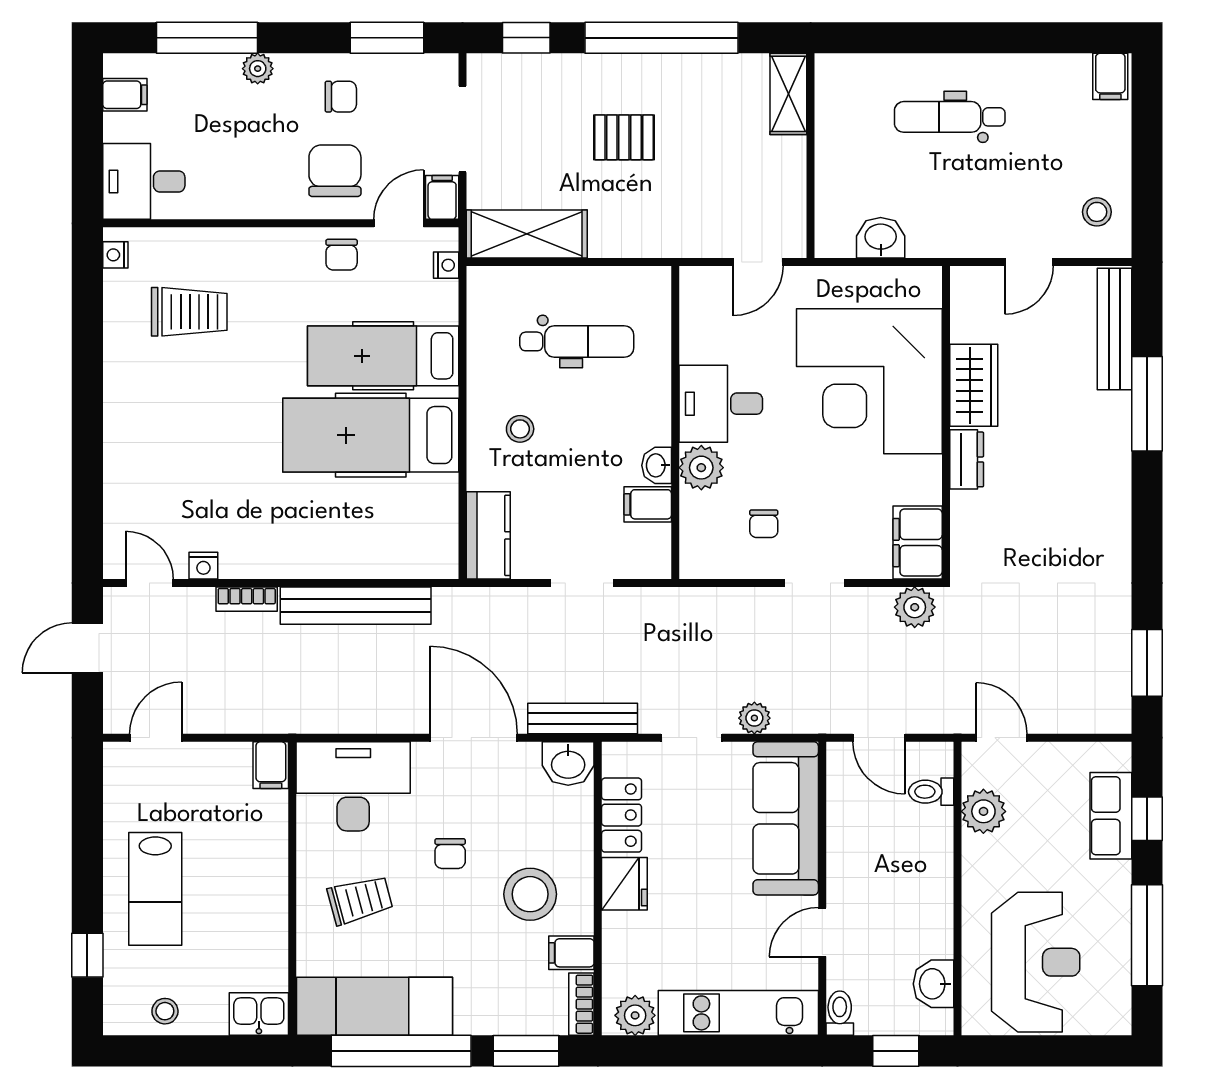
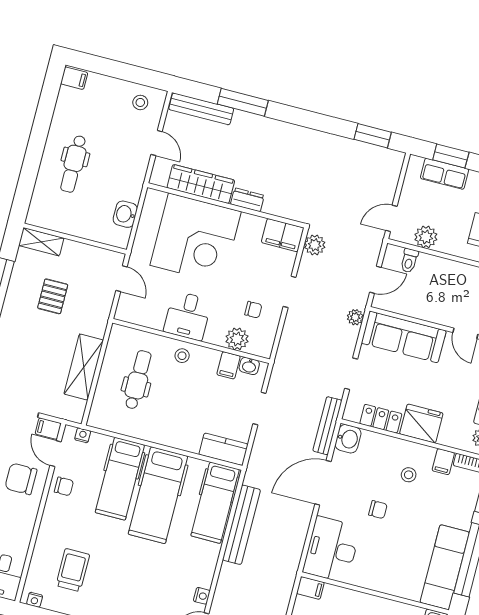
pallet: (624, 137) -> (53, 296), moved
shelving: (527, 234) -> (84, 367), moved
wardrobe: (974, 385) -> (201, 184), width x1.50
stool: (520, 429) -> (182, 356), moved
washbasin: (657, 465) -> (249, 366), moved
plant: (701, 468) -> (237, 339), moved
hospital bed: (384, 546) -> (215, 503), added
bookcase: (247, 599) -> (224, 579), removed
plant: (754, 718) -> (355, 317), moved
window: (1147, 819) -> (451, 156), width x1.50
fridge: (624, 884) -> (421, 424), width x1.36, depth x1.34
stool: (530, 894) -> (409, 475), width x0.53, depth x0.53
trolley: (360, 900) -> (389, 561), removed

